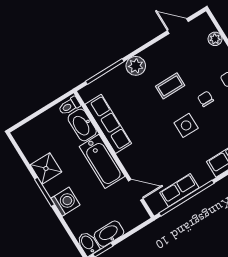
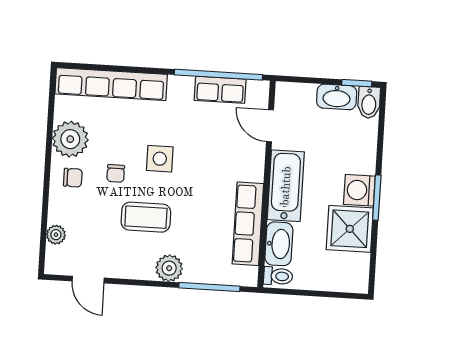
coffee table: (170, 86) -> (146, 217), width x1.36, depth x1.30
shower: (46, 168) -> (350, 229), width x1.36, depth x1.36
washing machine: (65, 202) -> (359, 190), moved

